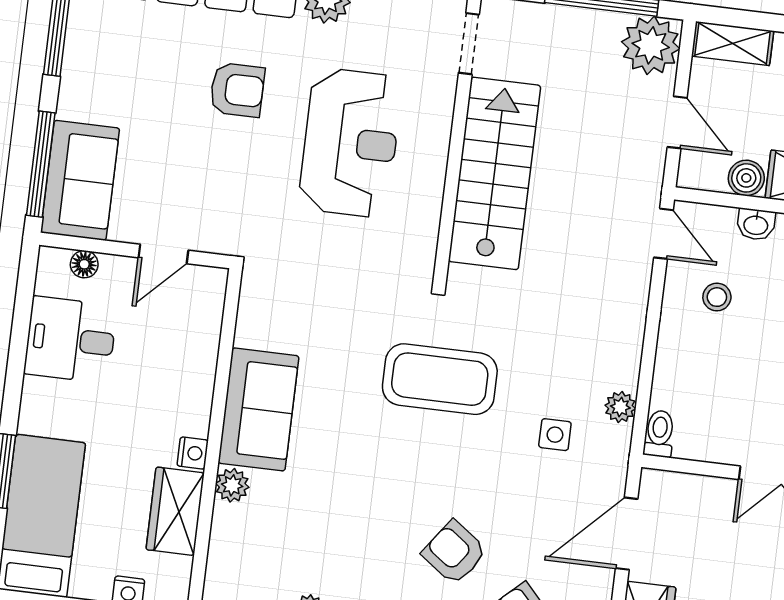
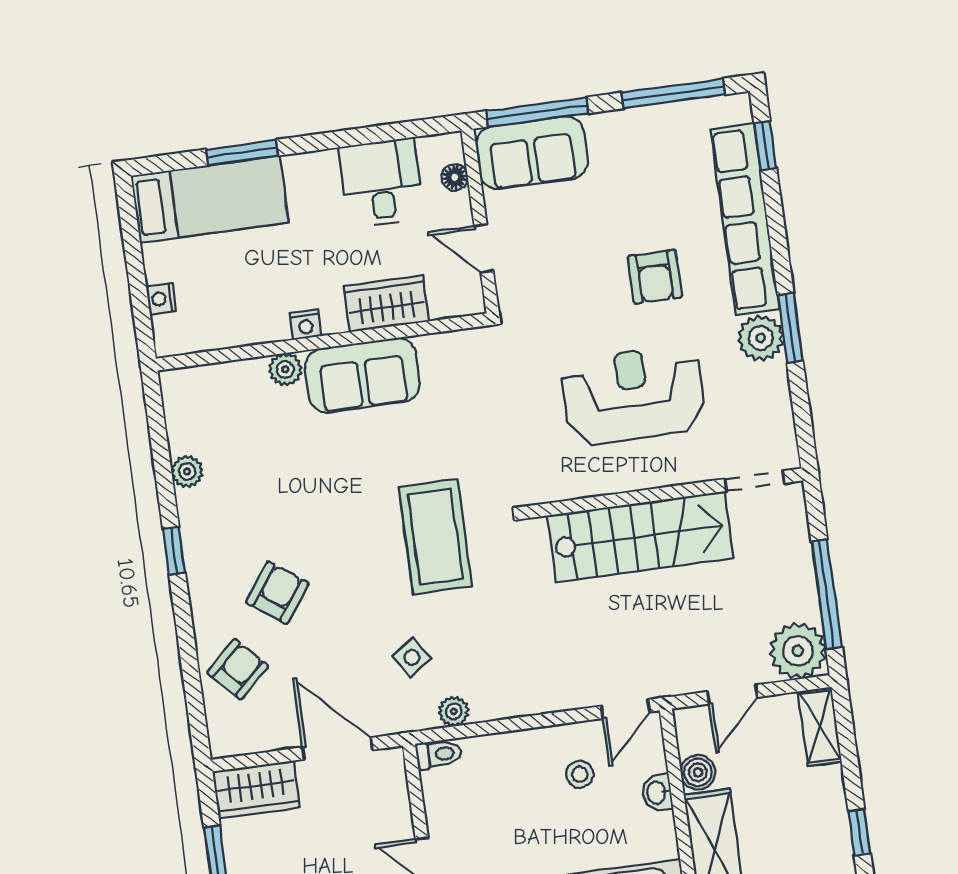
reception desk: (350, 143) -> (633, 395), turned 180
side table: (555, 435) -> (412, 657), turned -34
wardrobe: (175, 511) -> (386, 304), moved

